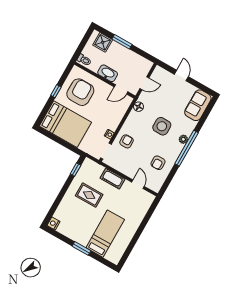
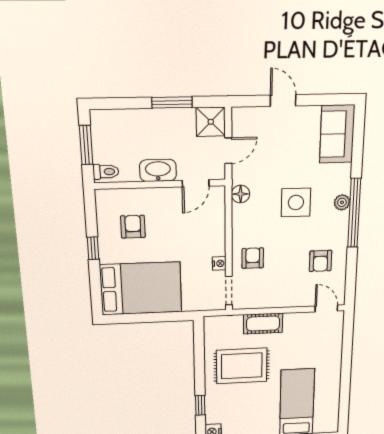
shower: (103, 42) -> (211, 122), moved
window: (122, 42) -> (172, 102), moved
window: (83, 43) -> (86, 145), added
armchair: (80, 92) -> (133, 227), width x0.53, depth x0.53
window: (76, 170) -> (200, 405), moved
door: (138, 184) -> (326, 308), moved
rug: (89, 195) -> (242, 366), width x1.36, depth x1.43

